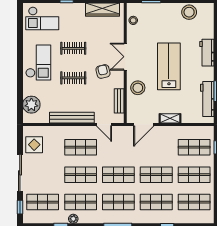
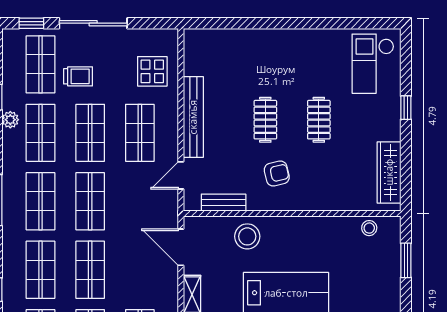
double door: (125, 57) -> (304, 214), removed
checkout: (38, 63) -> (293, 56), removed
plant: (31, 105) -> (217, 44), removed
display table: (34, 145) -> (152, 71), moved
trolley: (49, 181) -> (78, 76), added

